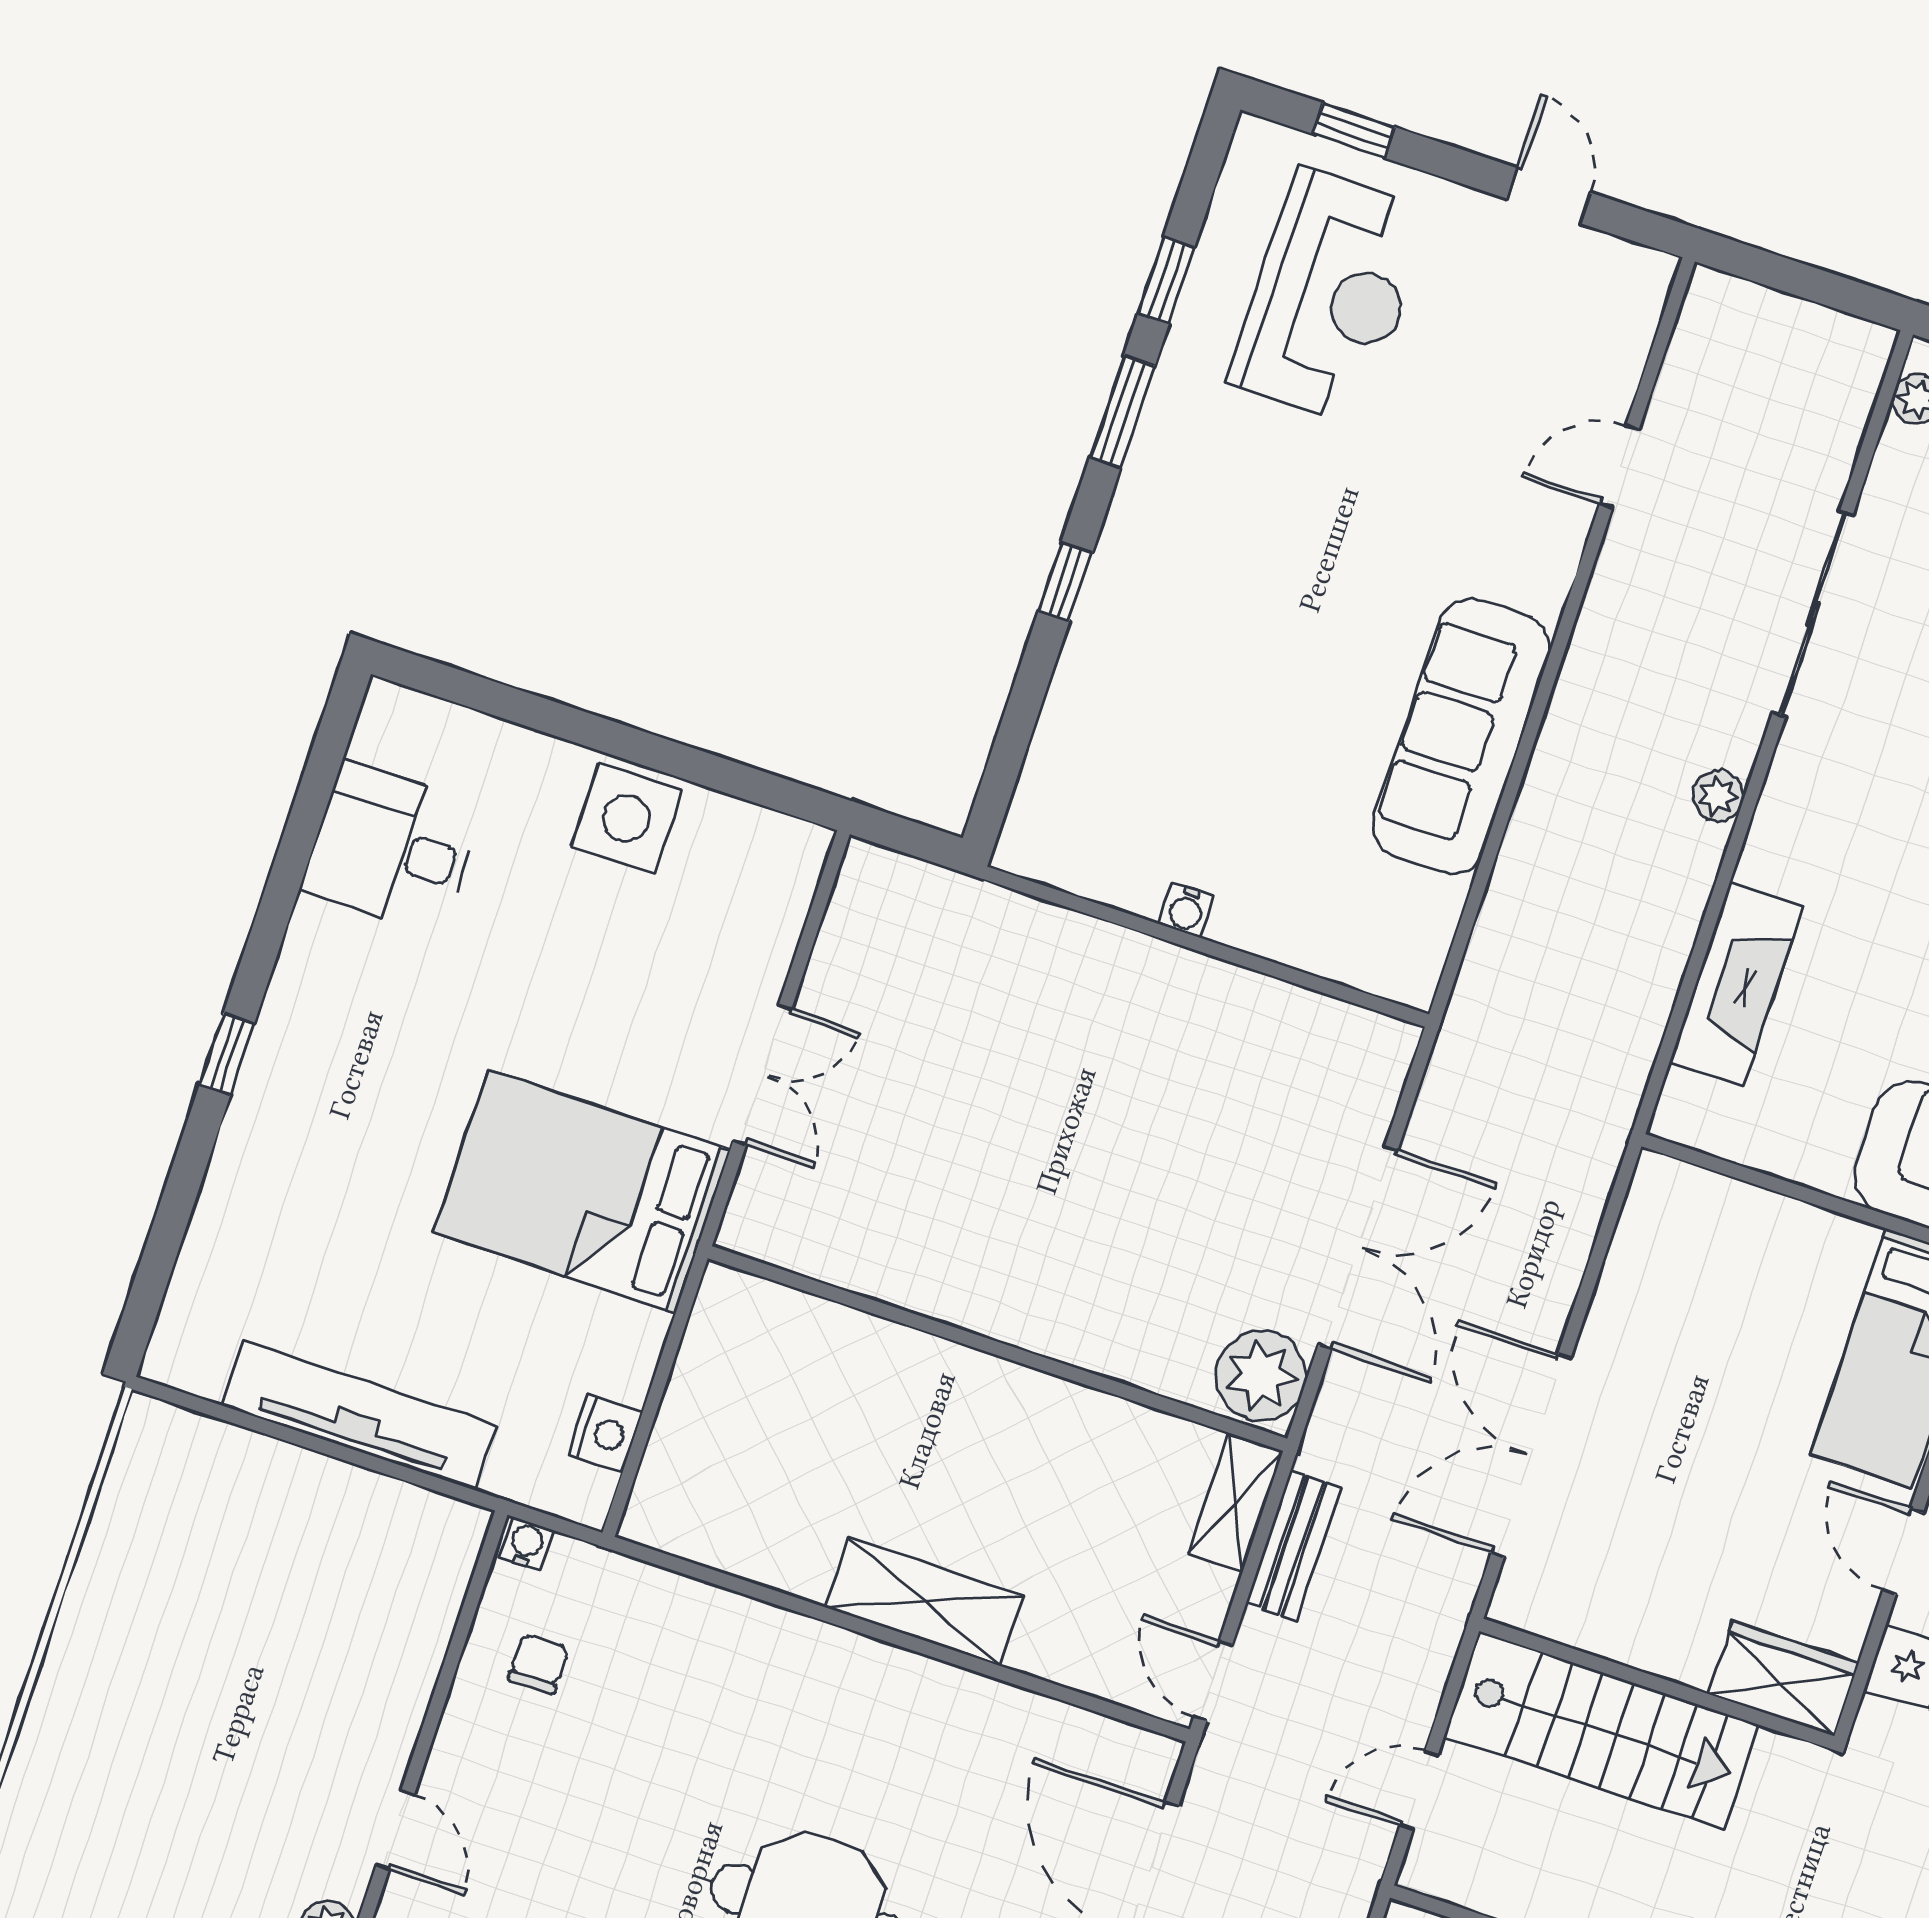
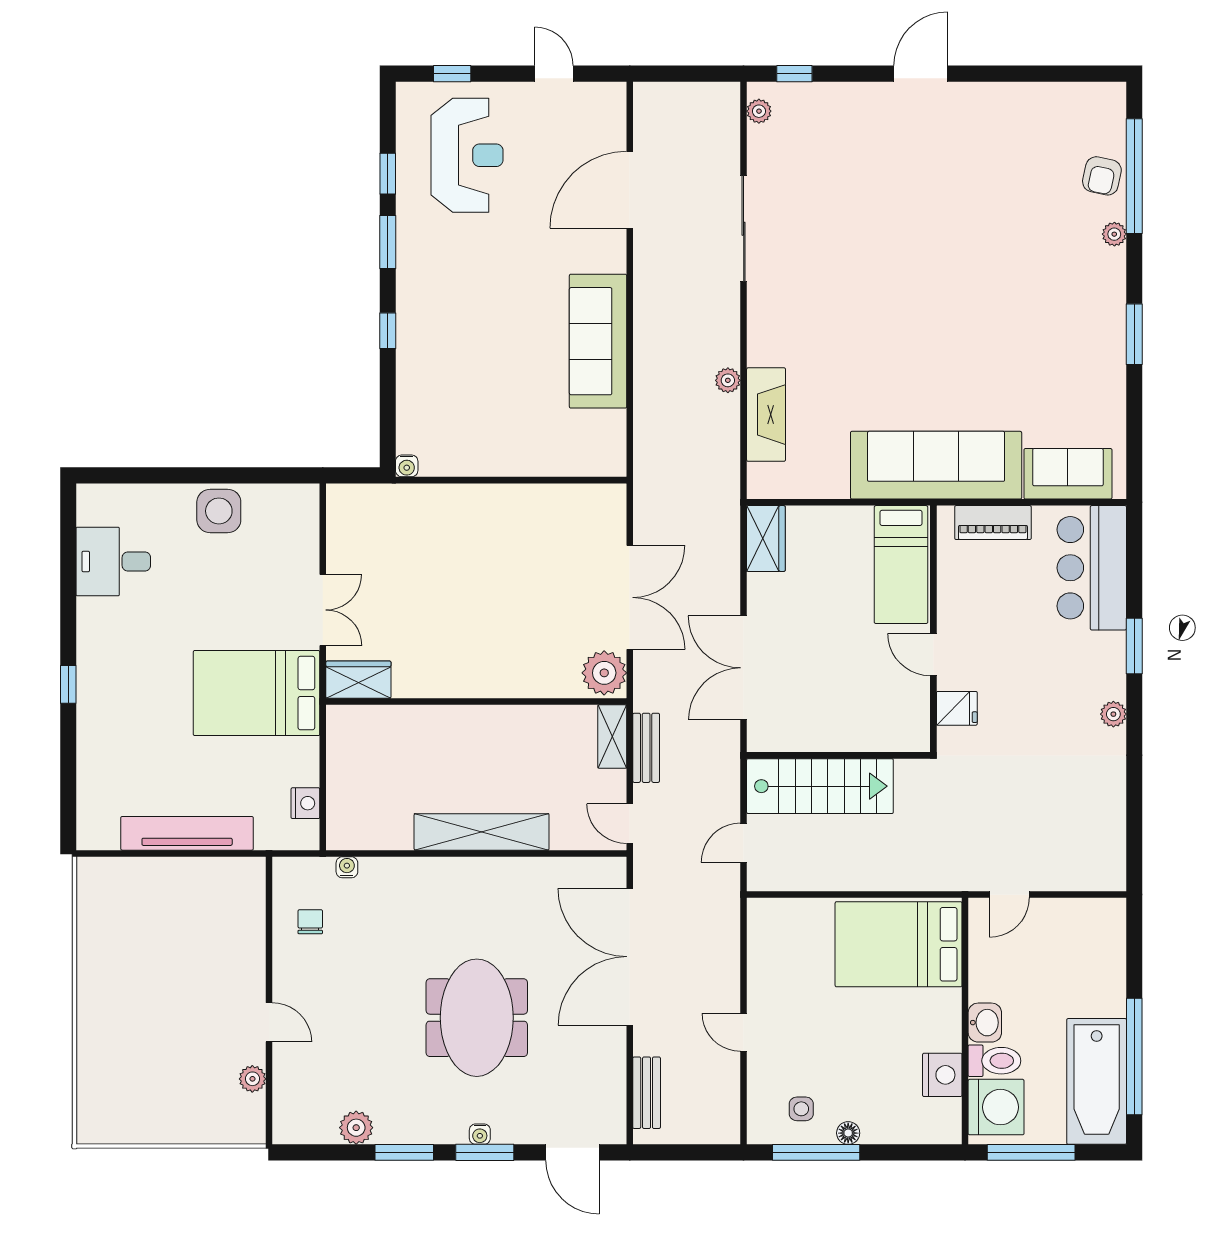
door: (1619, 467) -> (630, 190), width x1.87
plant: (1718, 796) -> (728, 380), moved
water cooler: (1187, 910) -> (407, 466), moved
wardrobe: (786, 1231) -> (358, 680), added
water cooler: (526, 1544) -> (347, 867), moved
shelving: (924, 1601) -> (482, 832), width x1.47
wardrobe: (1783, 1678) -> (766, 539), moved, turned 90

